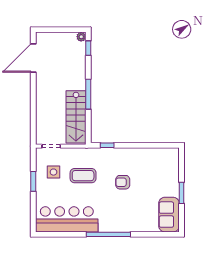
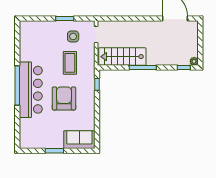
armchair: (123, 182) -> (64, 98), width x1.88, depth x1.88
sofa: (169, 215) -> (79, 140), moved
bar counter: (67, 219) -> (31, 90), moved

